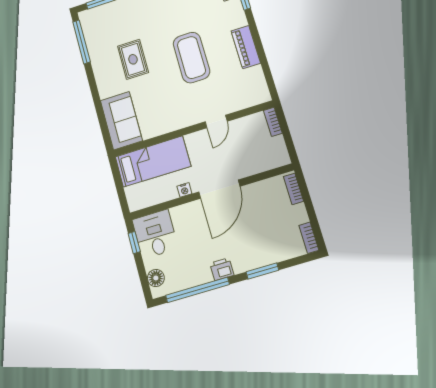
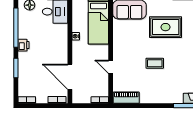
piano: (246, 47) -> (126, 98), moved
coffee table: (191, 58) -> (155, 63), width x0.54, depth x0.58
rug: (133, 59) -> (166, 27), width x1.36, depth x1.43
door: (219, 189) -> (70, 77), moved

